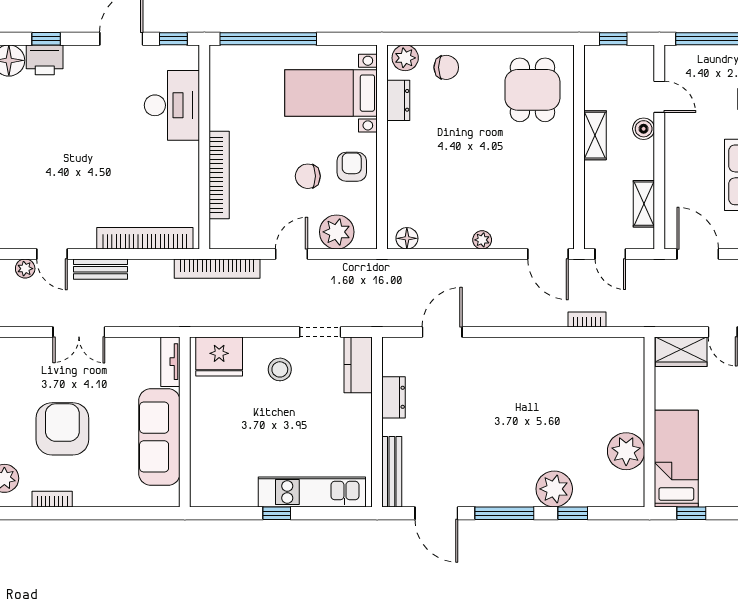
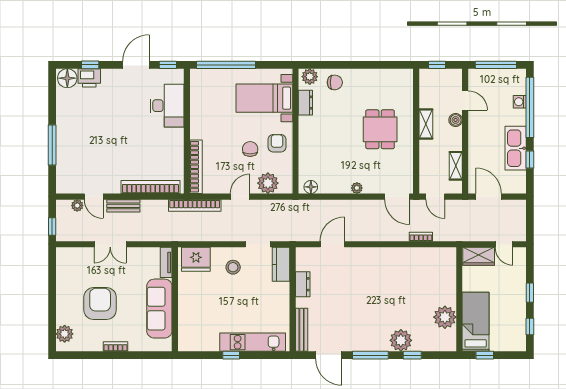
dining table: (532, 90) -> (380, 129), moved
bookcase: (219, 175) -> (196, 167), moved
chair: (308, 176) -> (250, 149), turned 90
bookcase: (52, 499) -> (115, 347), moved

